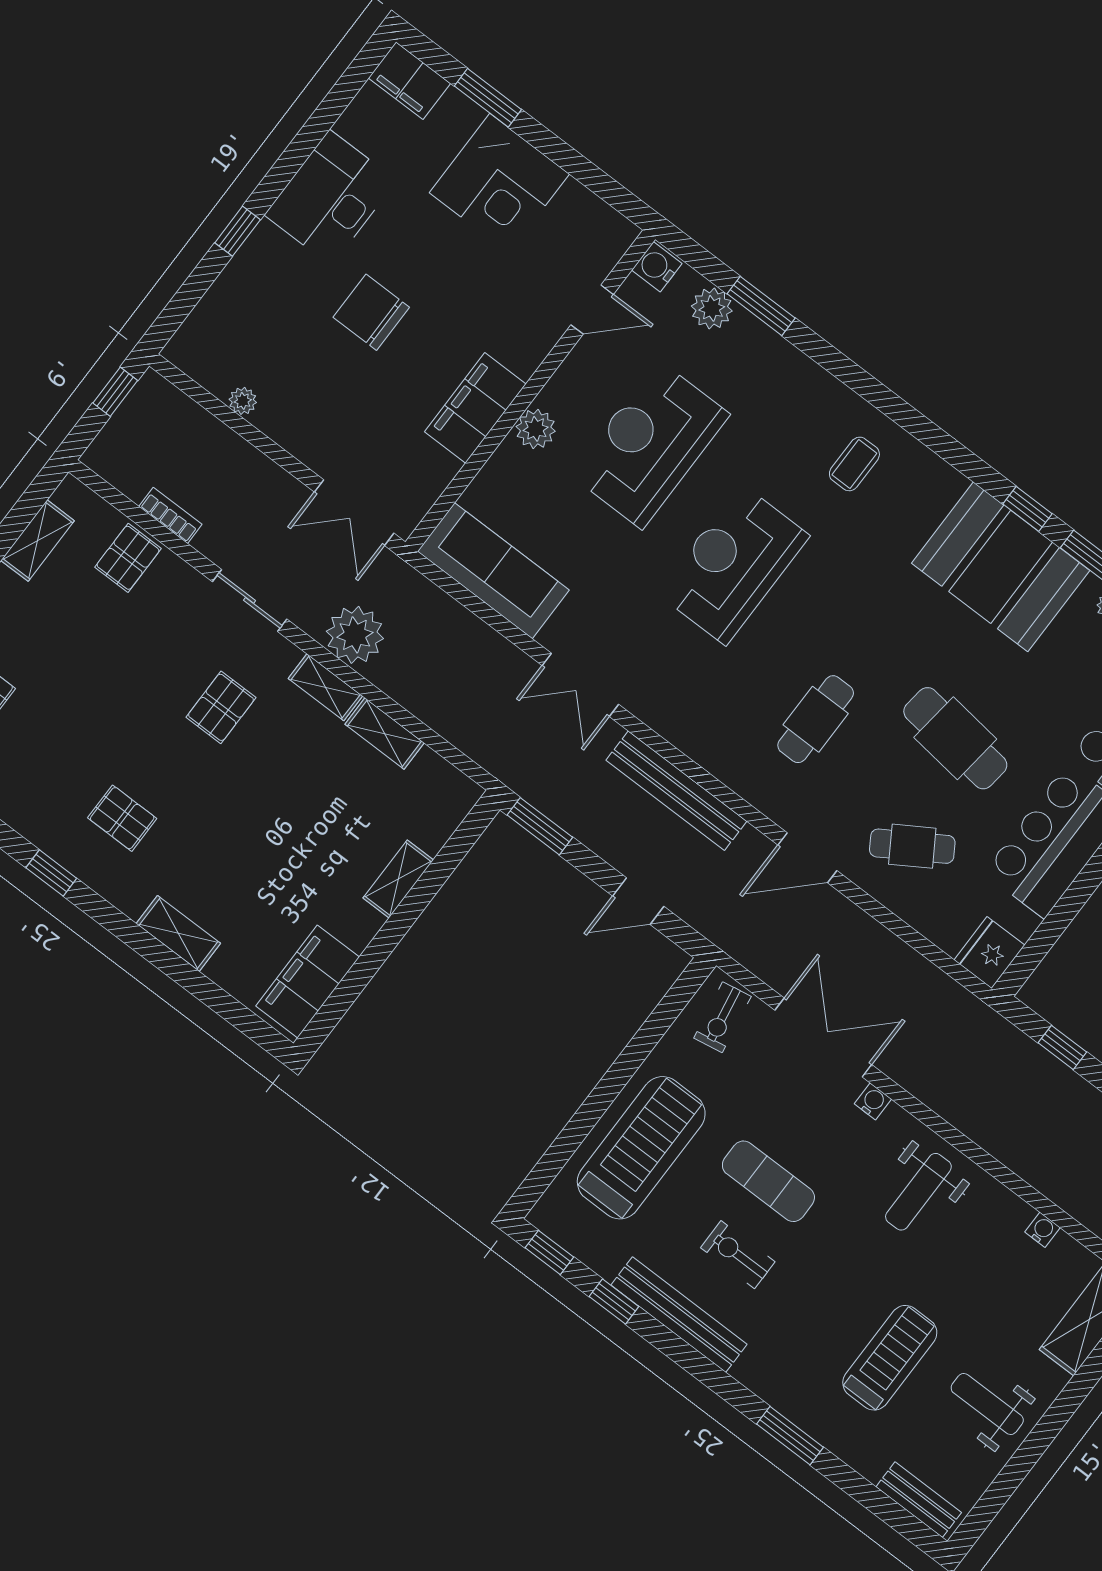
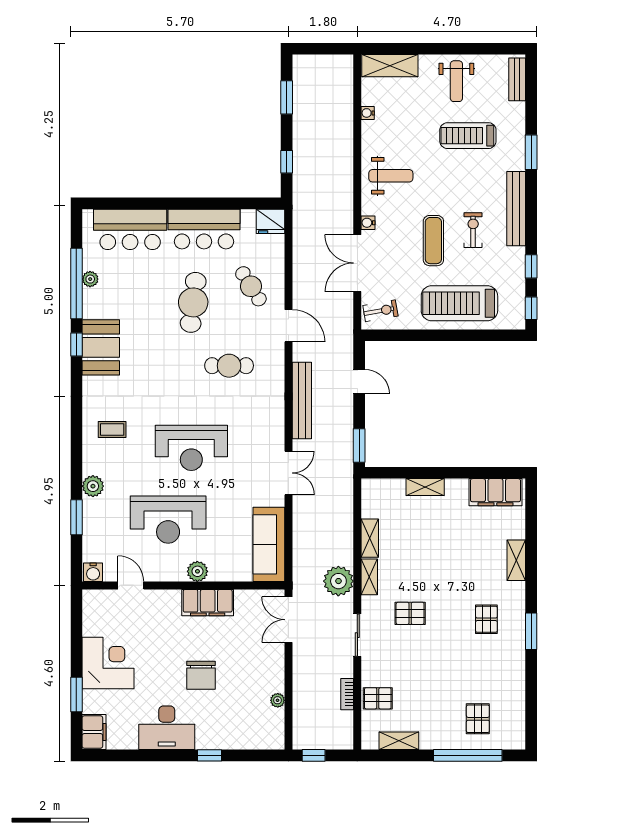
plant: (712, 308) -> (93, 486), moved
double door: (354, 513) -> (288, 620), swing flipped
booth: (1001, 567) -> (101, 347), width x0.73, depth x0.70
window: (51, 873) -> (531, 631), width x1.50
exercise bike: (738, 1255) -> (473, 230), turned 180
bench: (679, 1315) -> (516, 209), moved

